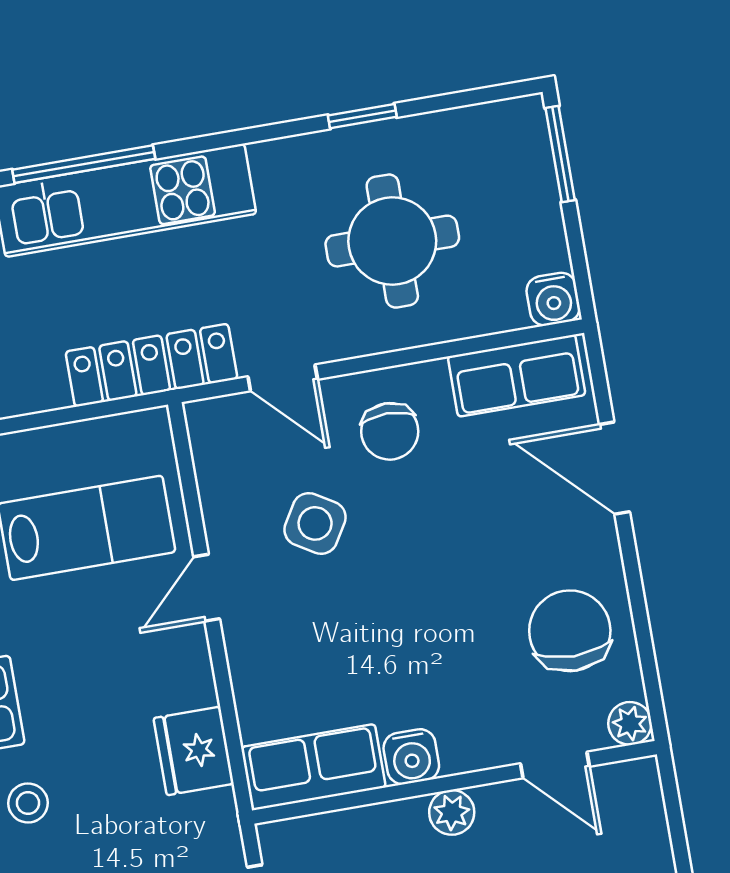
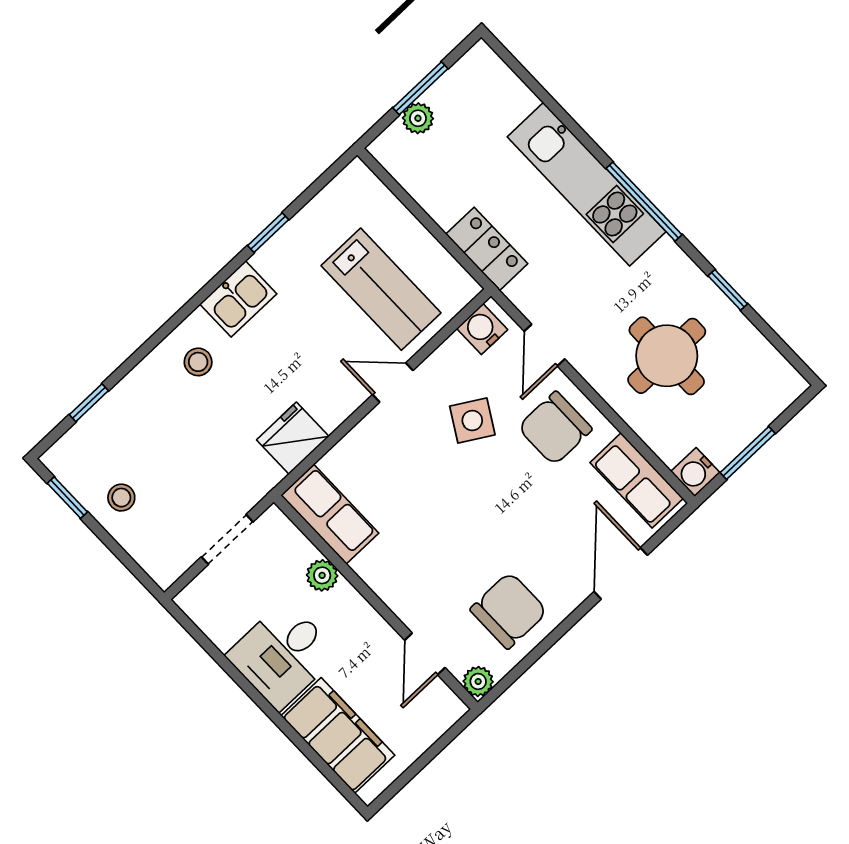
window: (560, 154) -> (748, 453), moved
window: (84, 164) -> (644, 202), moved
locker: (151, 365) -> (487, 249), width x0.66
chair: (390, 431) -> (555, 428), width x1.37, depth x1.37
water cooler: (411, 757) -> (482, 329), moved, turned 90
plant: (452, 812) -> (322, 575), moved

